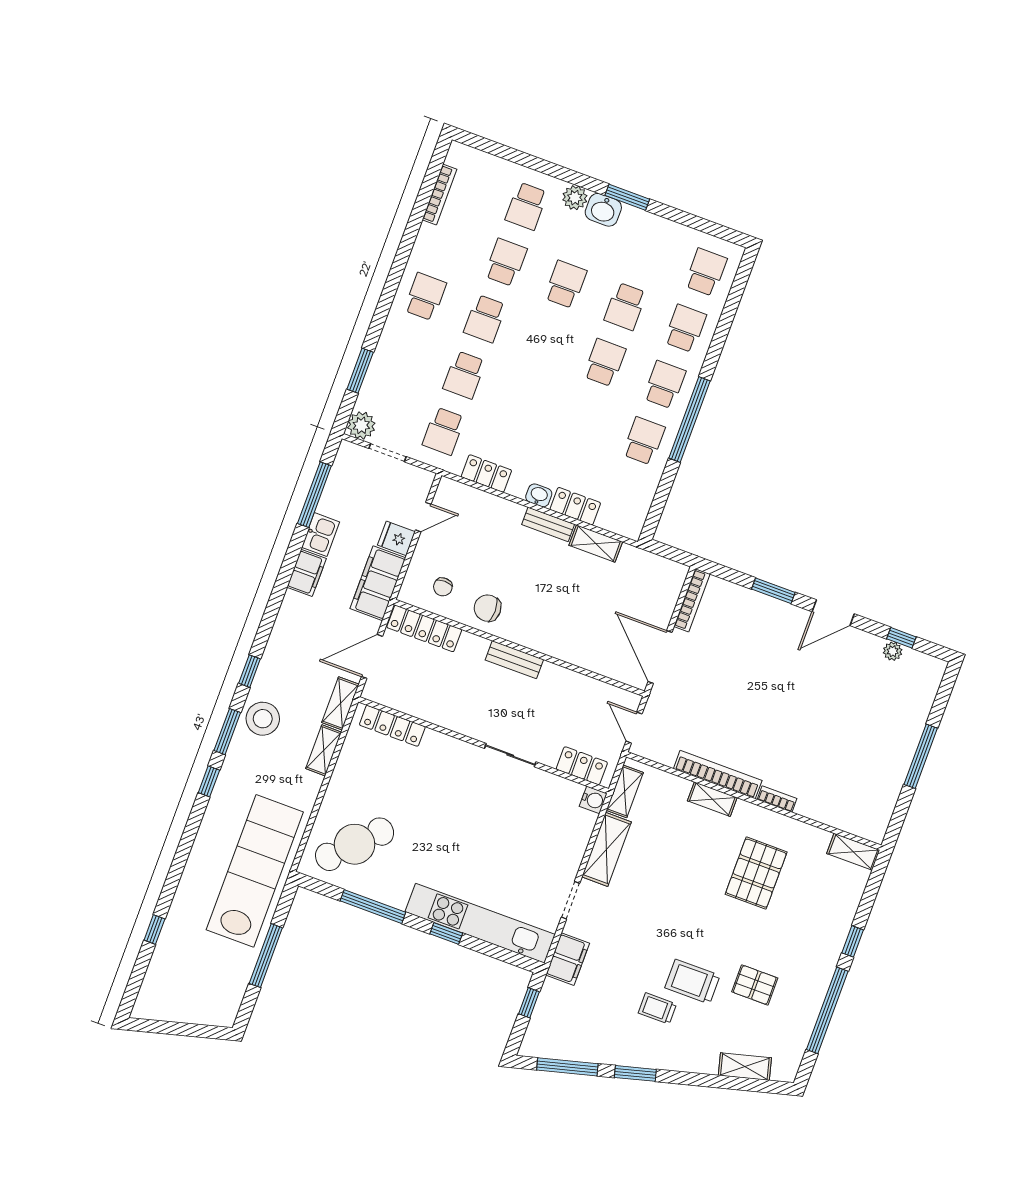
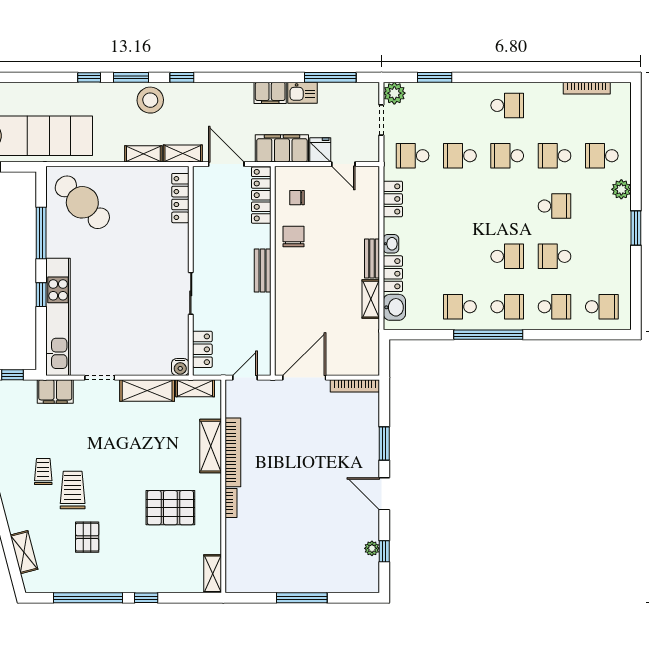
washbasin: (603, 210) -> (394, 307), moved, turned 180
school desk: (506, 262) -> (554, 156), turned 180
school desk: (644, 441) -> (460, 307), turned 180
shelving: (712, 799) -> (211, 446), width x1.50, depth x1.33

